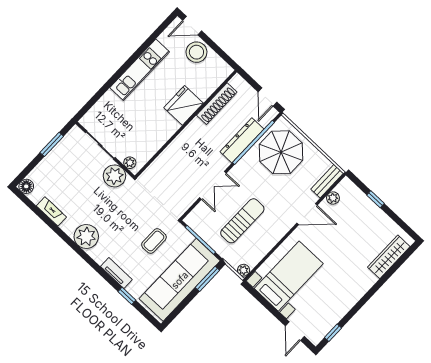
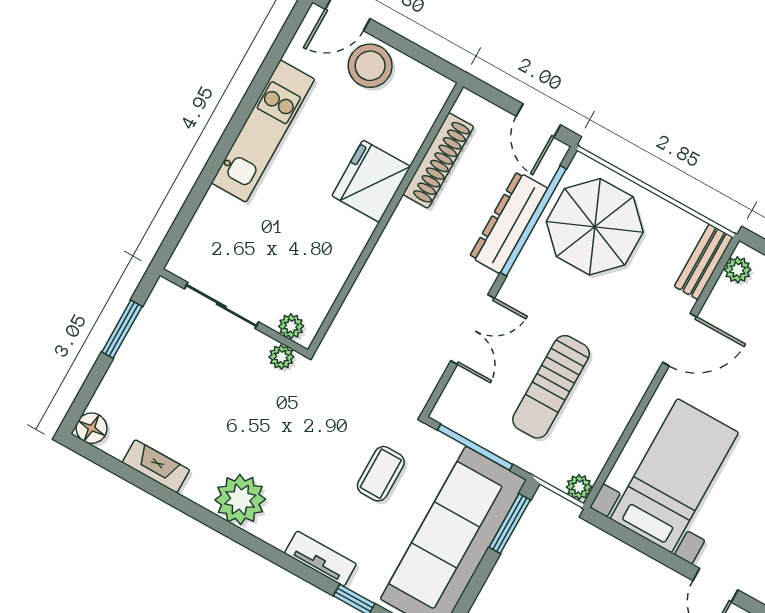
plant: (114, 176) -> (281, 357), width x0.53, depth x0.53
plant: (333, 198) -> (738, 270), moved
sun lounger: (242, 221) -> (551, 387), turned 180

